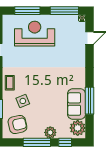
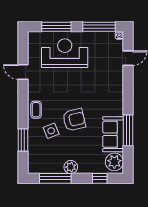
armchair: (17, 124) -> (74, 120), moved
plant: (50, 132) -> (71, 167), moved
window: (37, 142) -> (55, 178), moved

